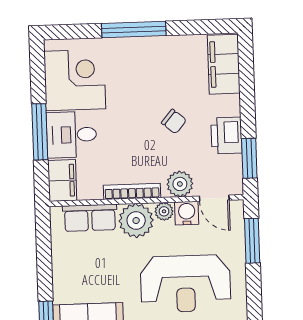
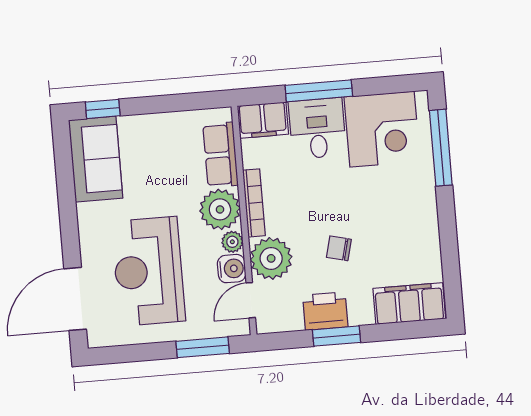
window: (134, 30) -> (441, 148), moved
chair: (174, 121) -> (339, 248), turned 64
window: (249, 158) -> (337, 336), moved
plant: (180, 184) -> (271, 258), width x1.36, depth x1.36

